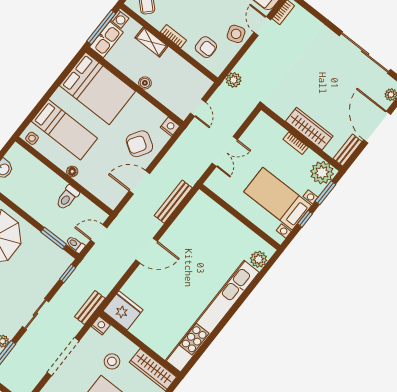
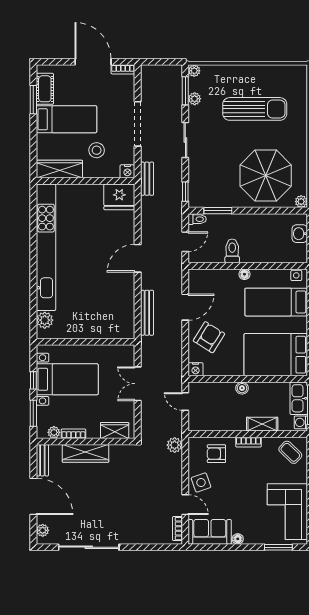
wardrobe: (272, 129) -> (115, 430), added
bookcase: (296, 143) -> (73, 434), moved
plant: (322, 173) -> (54, 432), width x0.53, depth x0.53

